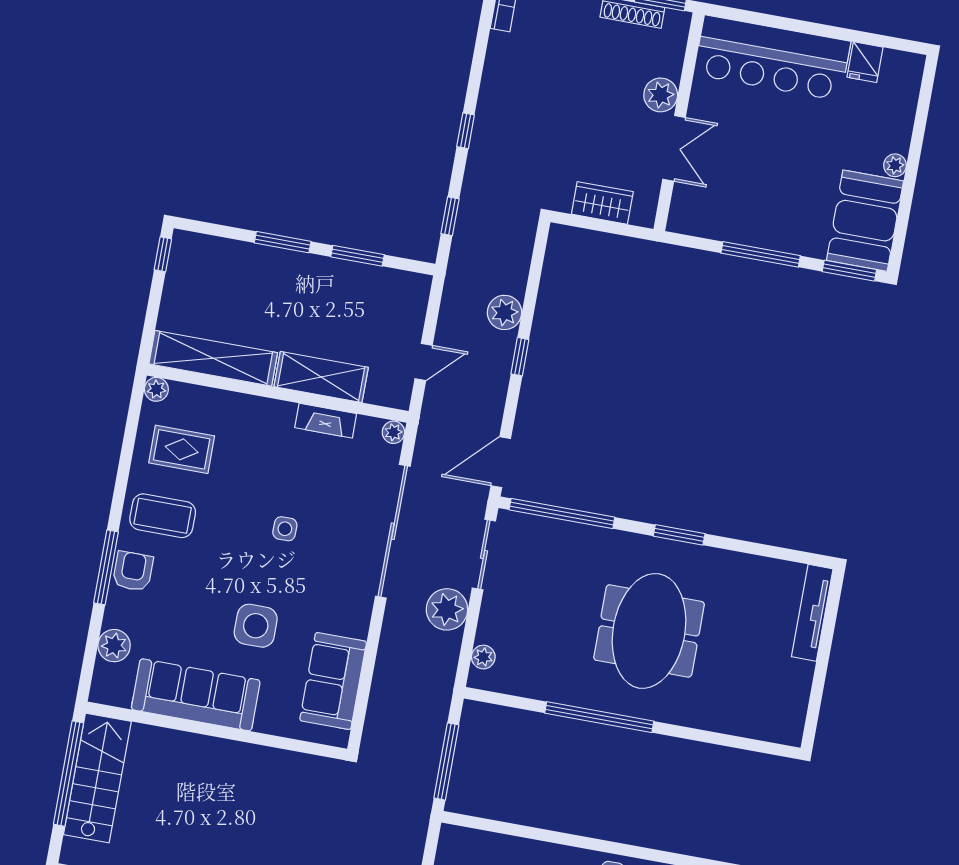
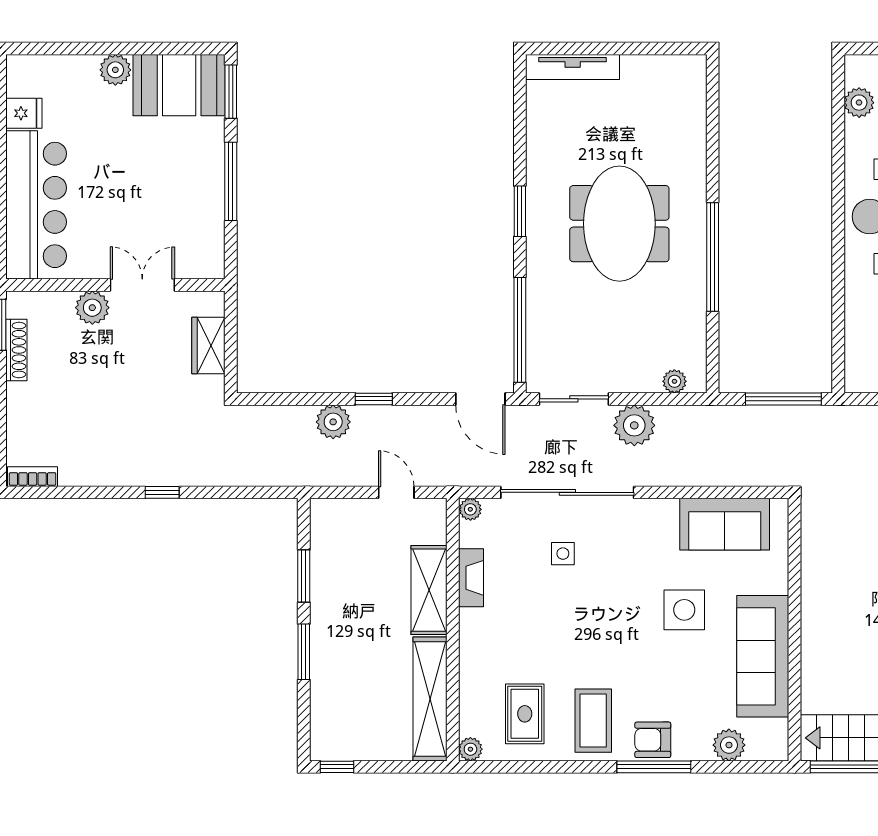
plant: (895, 165) -> (115, 70), width x1.38, depth x1.38
window: (450, 216) -> (249, 492), removed
side table: (285, 529) -> (563, 554), moved
meeting table: (649, 631) -> (619, 224), turned 90

